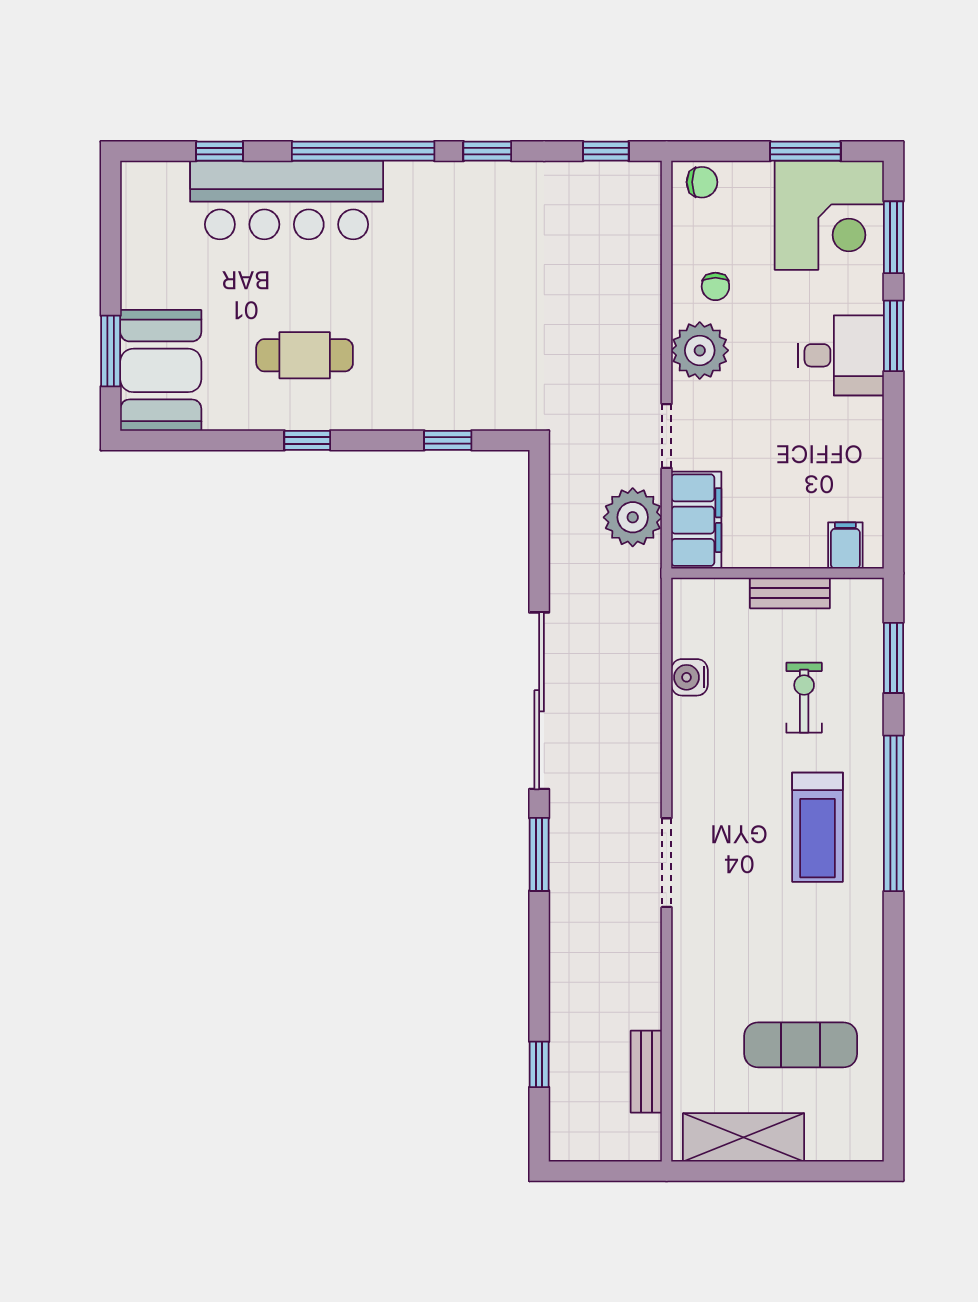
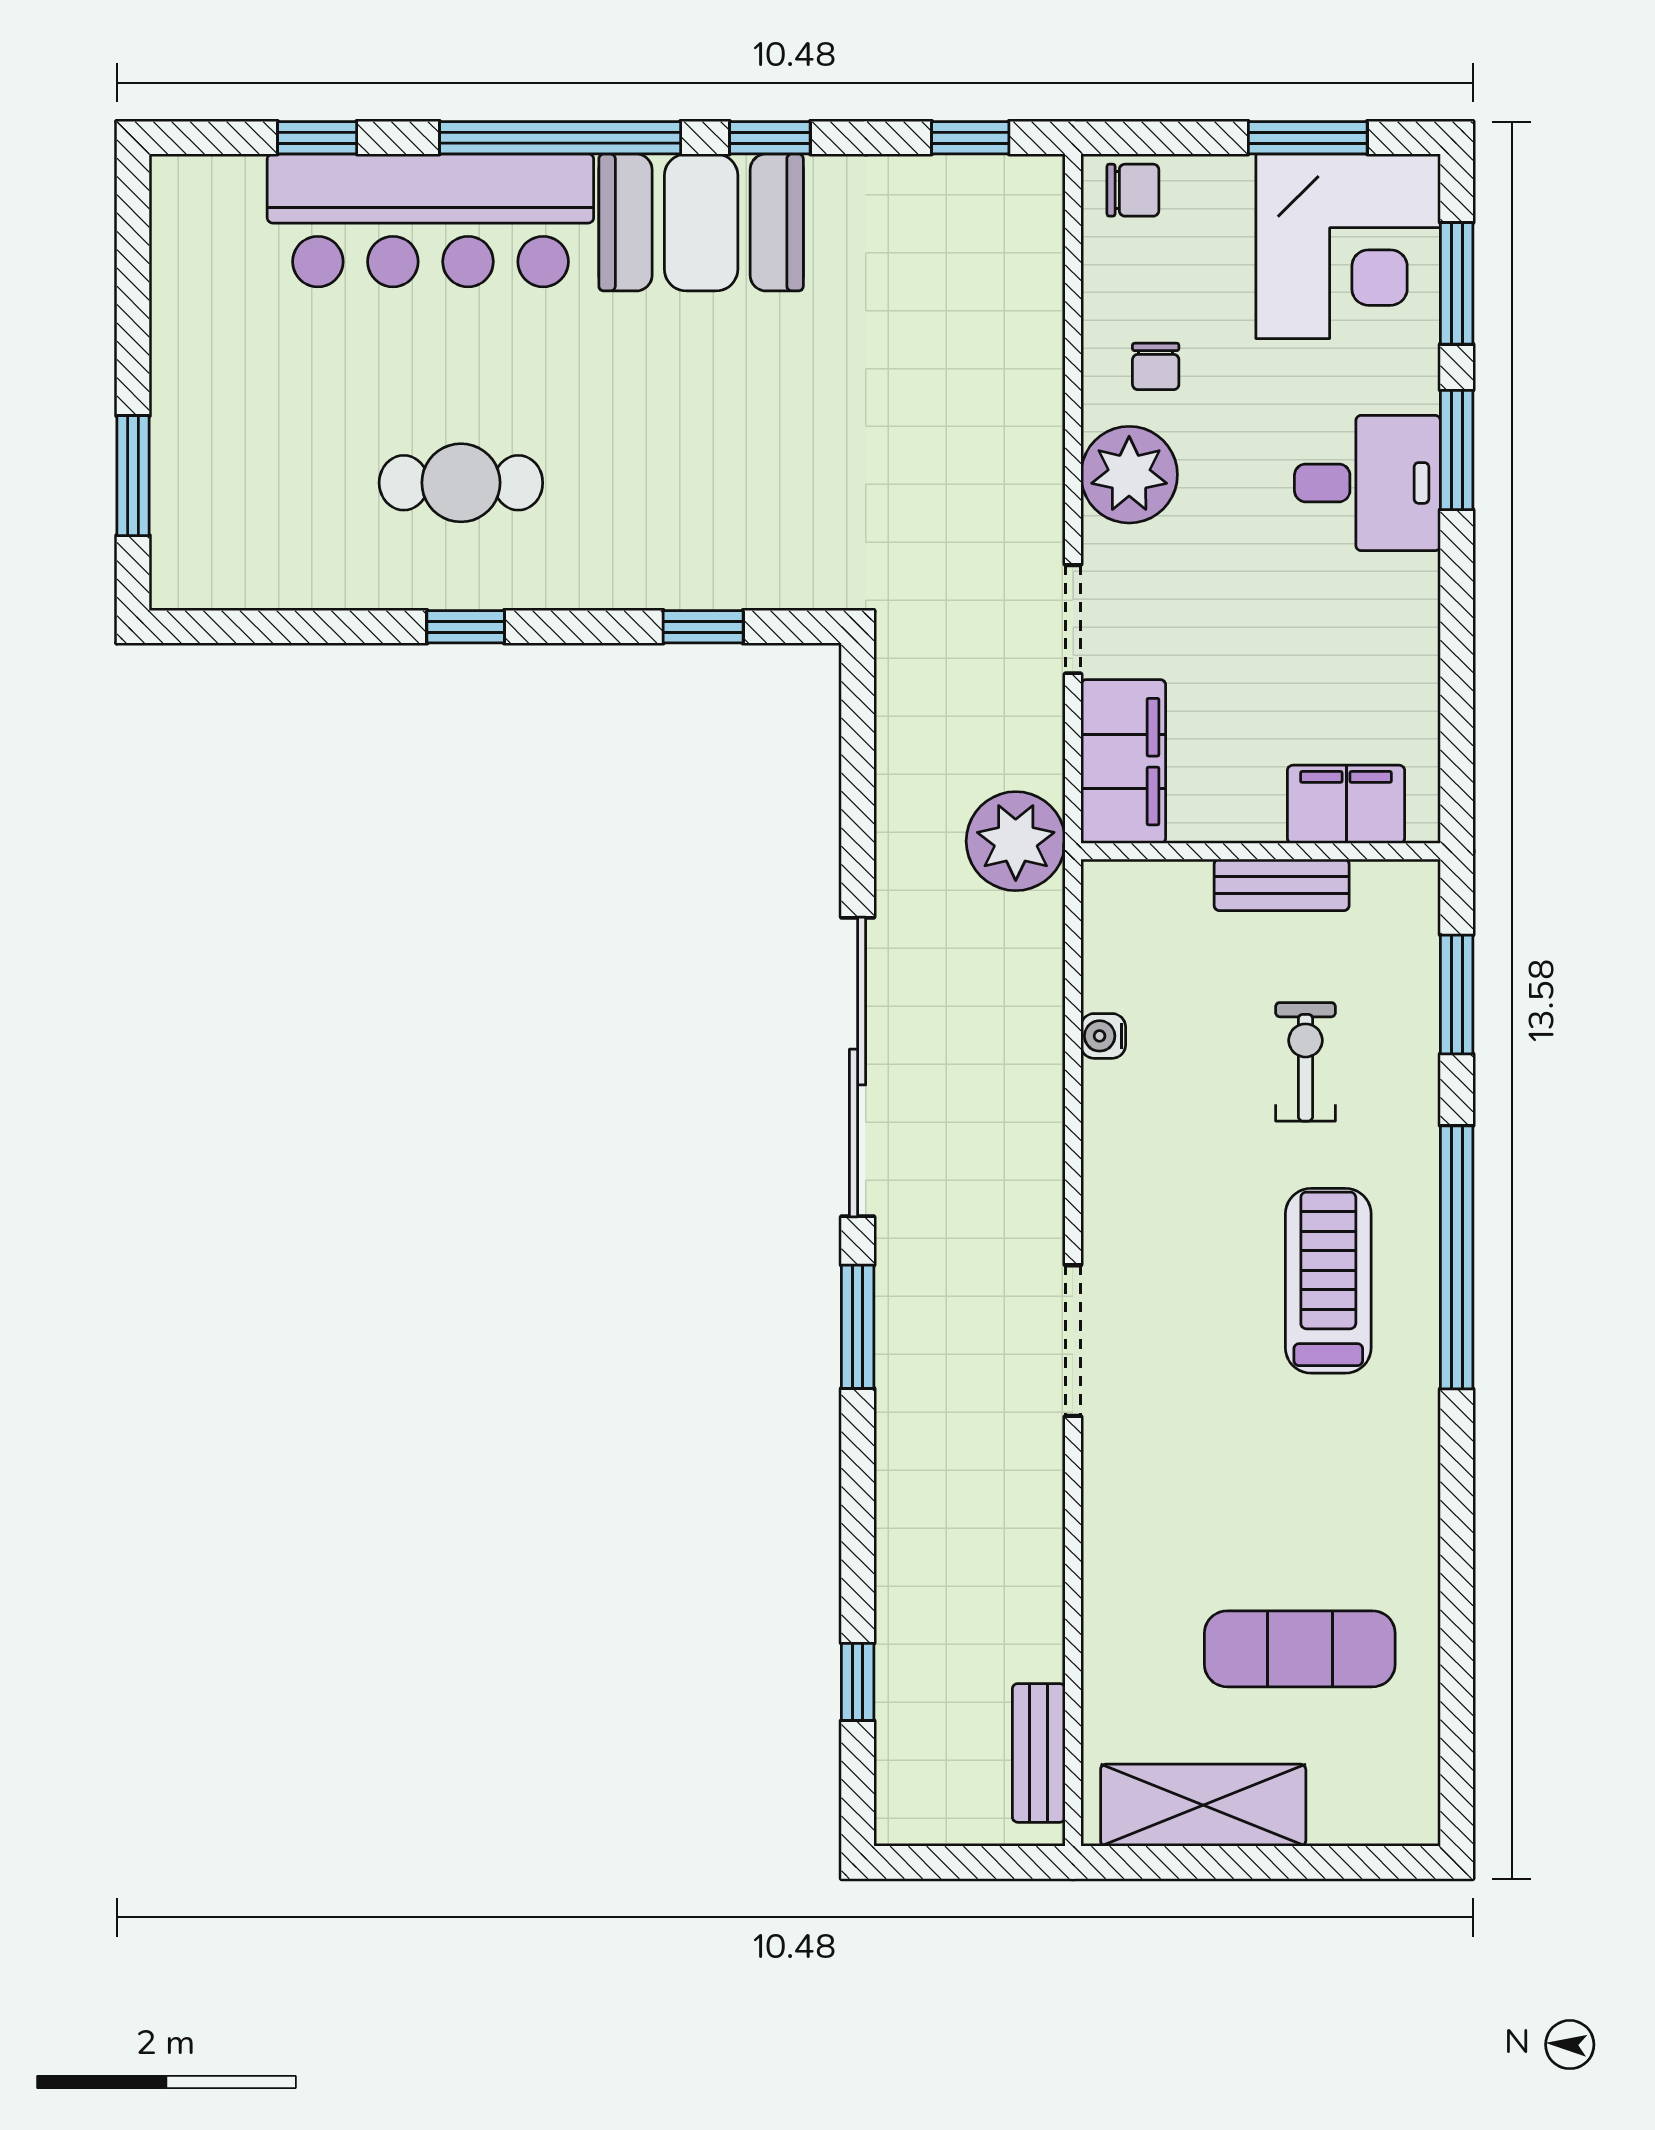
booth: (161, 370) -> (701, 222), moved, turned 90
plant: (633, 517) -> (1016, 841), moved
filing cabinet: (845, 545) -> (1346, 804), width x2.00
water cooler: (689, 677) -> (1103, 1036), width x0.72, depth x0.72
treadmill: (818, 827) -> (1328, 1281), turned 180
bench: (646, 1072) -> (1039, 1753), moved

